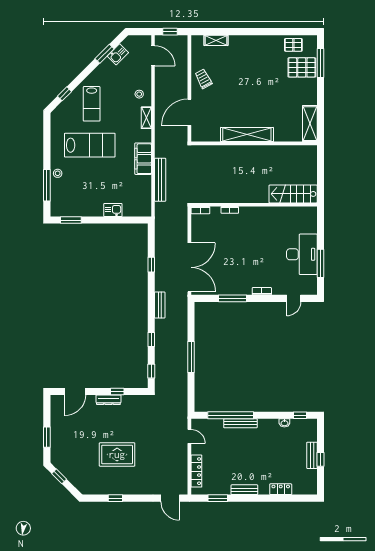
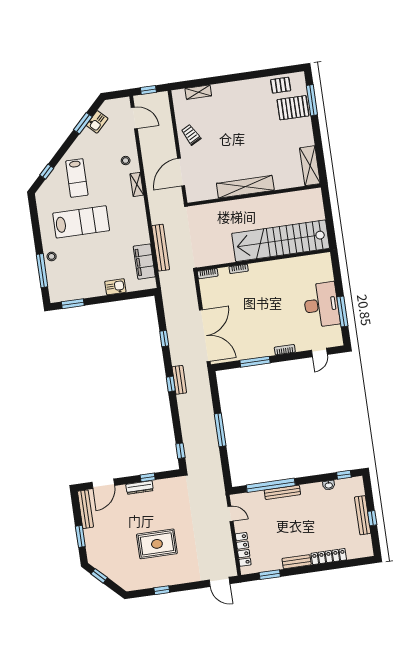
filing cabinet: (143, 159) -> (144, 262), moved
stairs: (293, 194) -> (281, 241), width x1.86, depth x1.51
window: (151, 340) -> (171, 384), moved
bench: (55, 413) -> (85, 509), added
bench: (312, 455) -> (363, 515), width x1.36
locker: (281, 489) -> (329, 557), width x1.53

